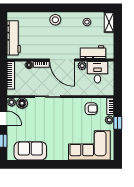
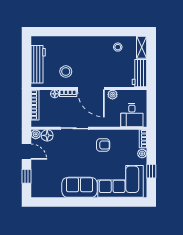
stool: (55, 20) -> (66, 72), moved
workbench: (93, 52) -> (140, 73), moved, turned -90
desk: (97, 72) -> (132, 115), moved, turned 180
armchair: (91, 109) -> (103, 145), moved
window: (118, 123) -> (151, 171), moved
sofa: (30, 151) -> (79, 187), moved

